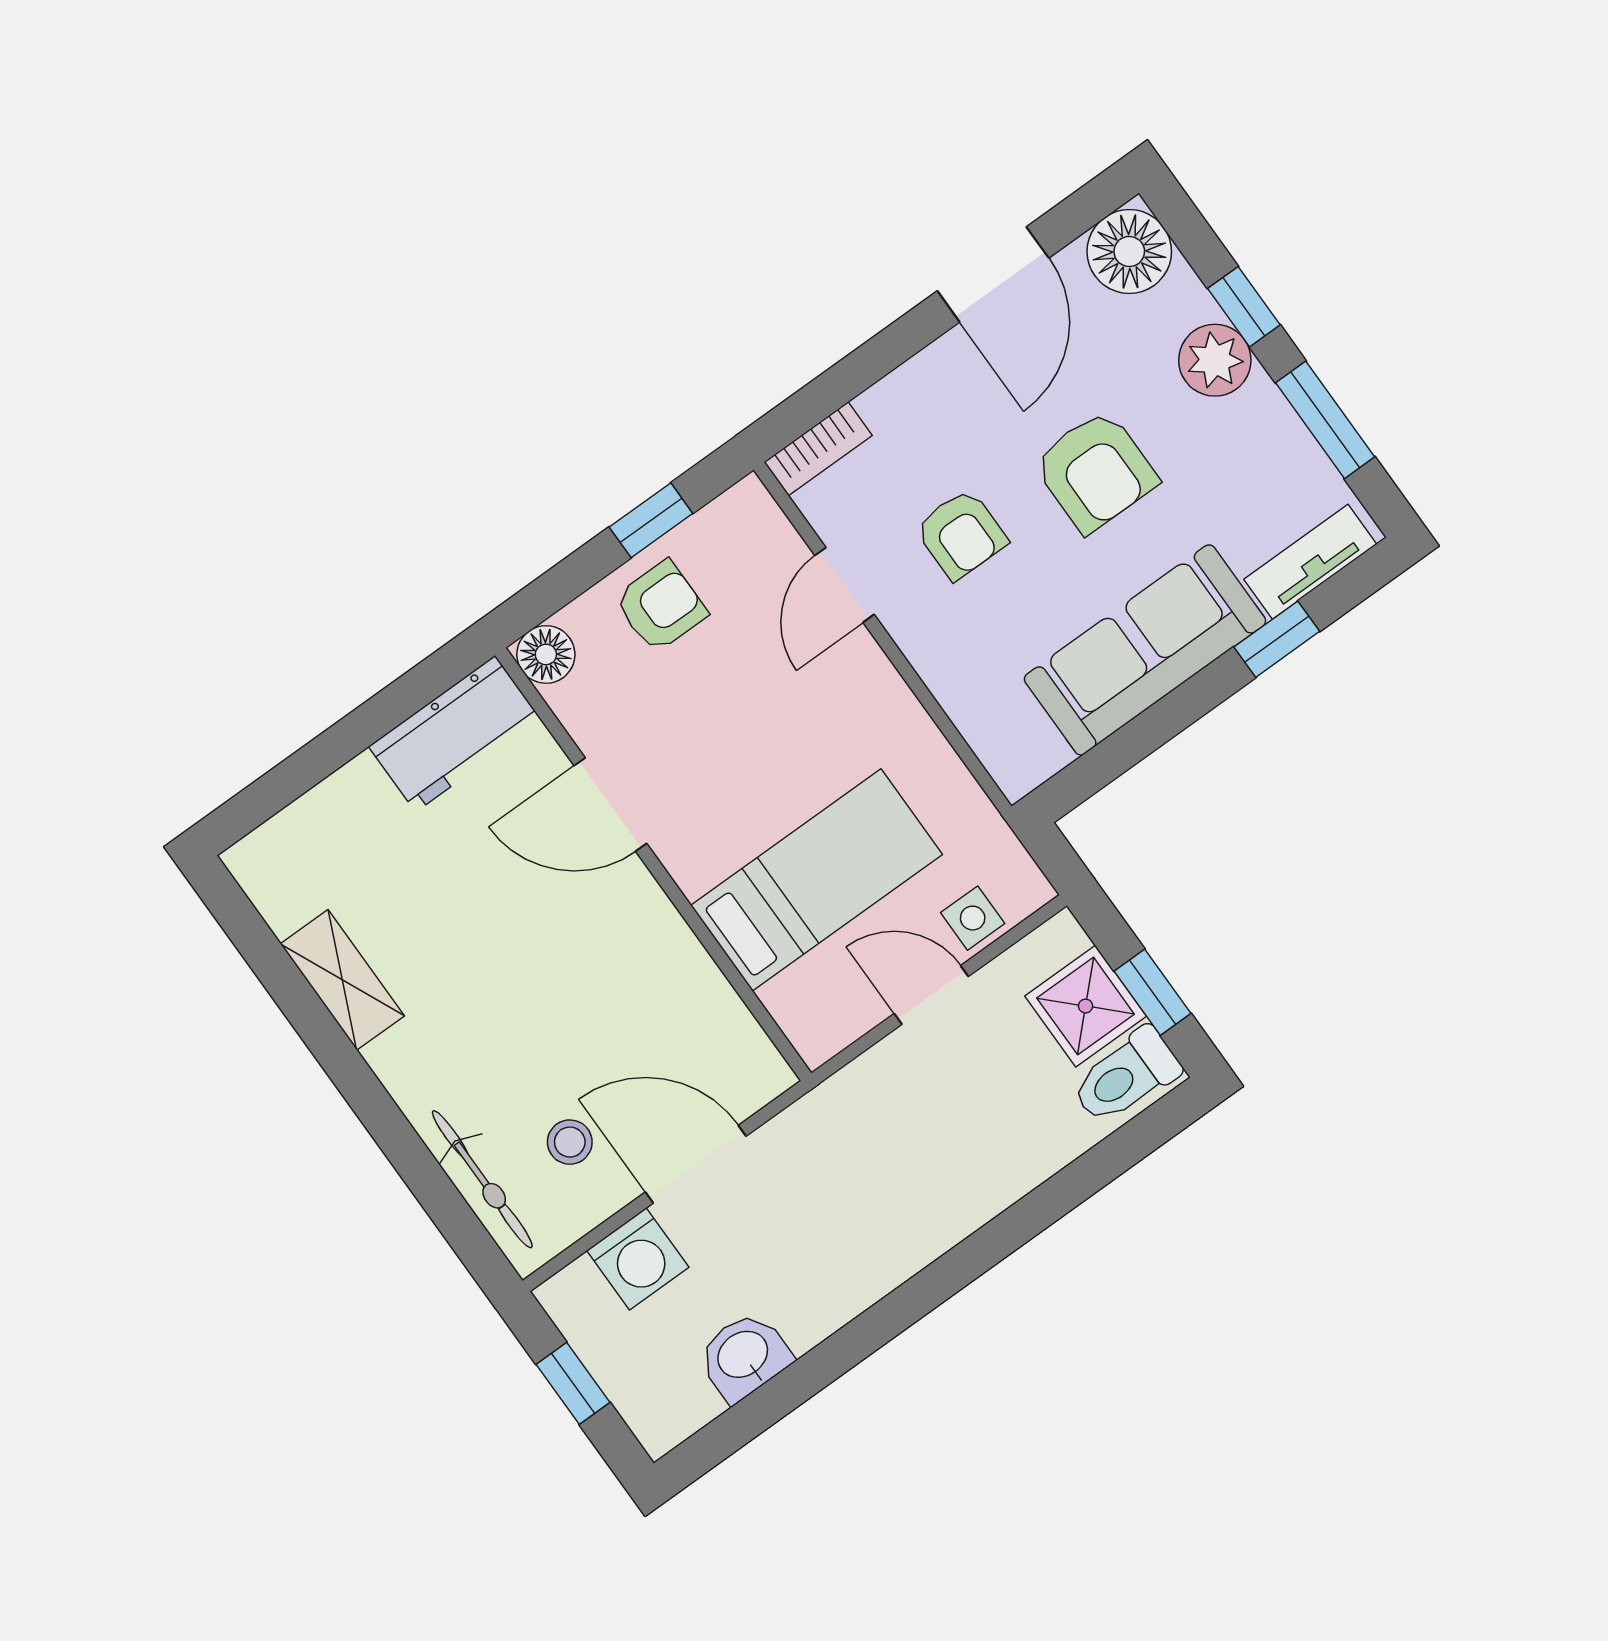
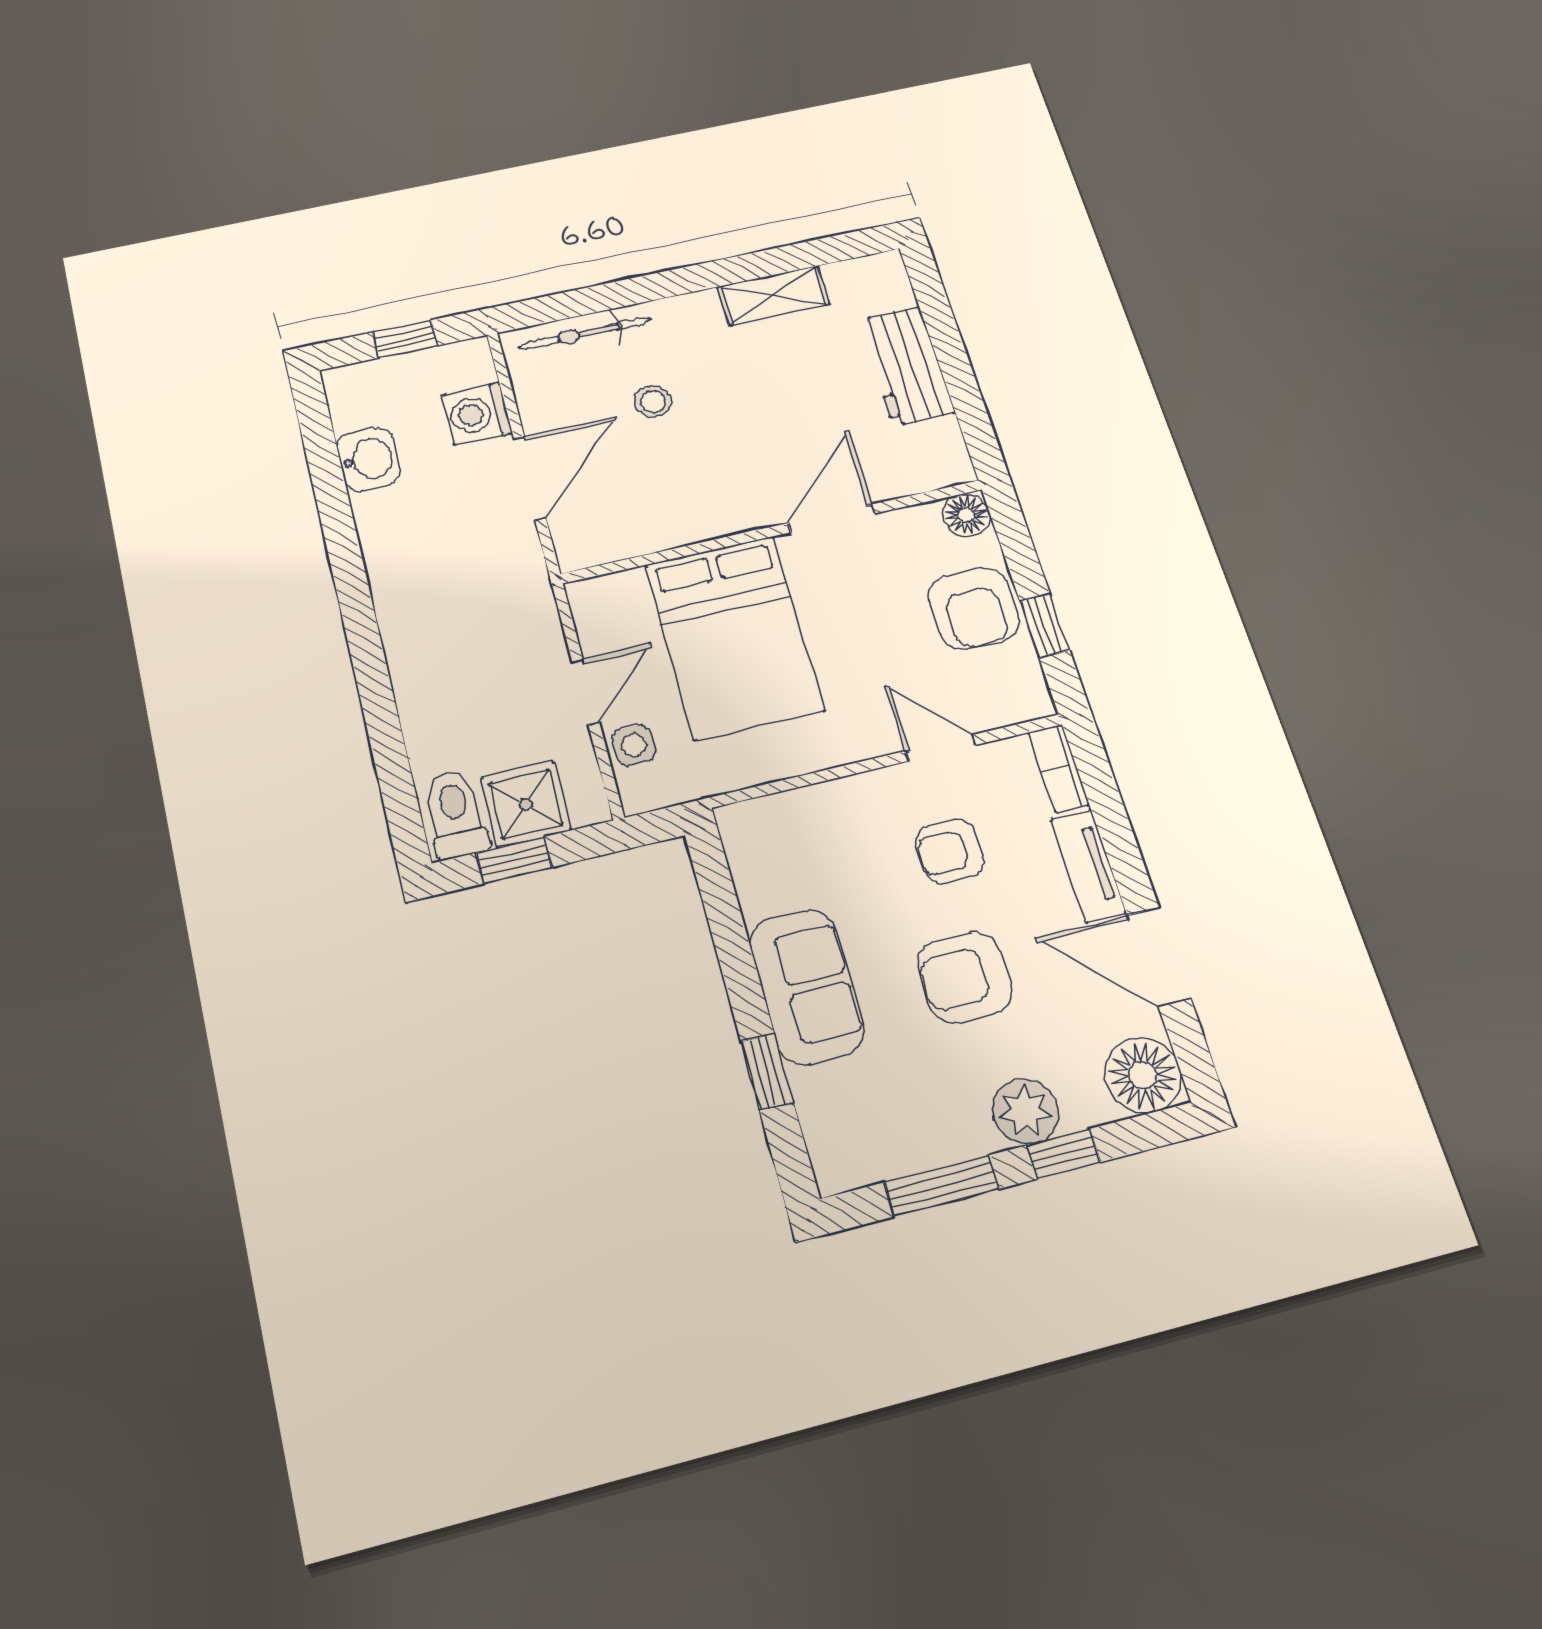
tv unit: (1310, 562) -> (1088, 866), moved, turned 180
armchair: (661, 606) -> (974, 608), width x1.38, depth x1.38
sofa: (1145, 650) -> (807, 986), width x0.73
workbench: (455, 734) -> (906, 366), moved
bed: (817, 880) -> (734, 637), width x1.50
stool: (570, 1142) -> (653, 401), moved

